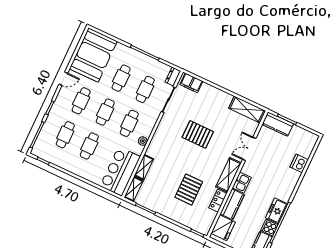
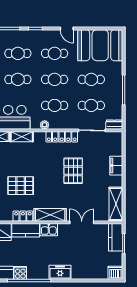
filing cabinet: (191, 83) -> (116, 166), moved
locker: (161, 130) -> (62, 137), added
dishwasher: (299, 163) -> (115, 273), moved
freezer: (277, 211) -> (60, 272), moved

